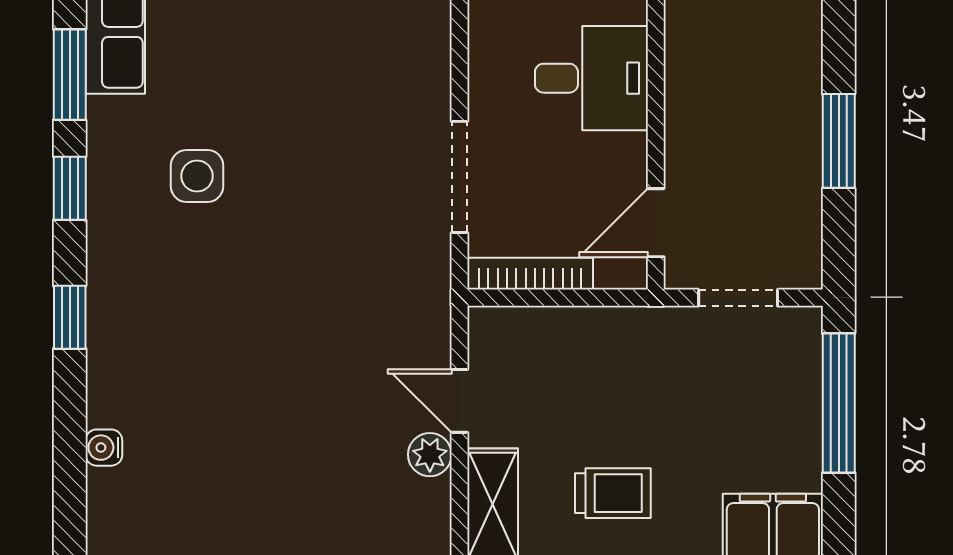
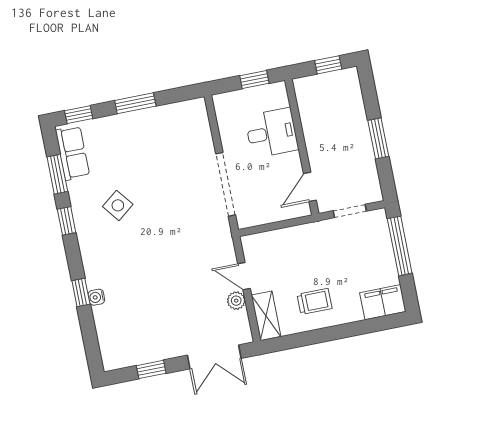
side table: (197, 176) -> (118, 205), turned -38
doorway: (460, 177) -> (226, 184), width x1.36
bookcase: (530, 274) -> (263, 218), removed
window: (70, 317) -> (81, 292), moved
water cooler: (104, 448) -> (96, 297), moved

